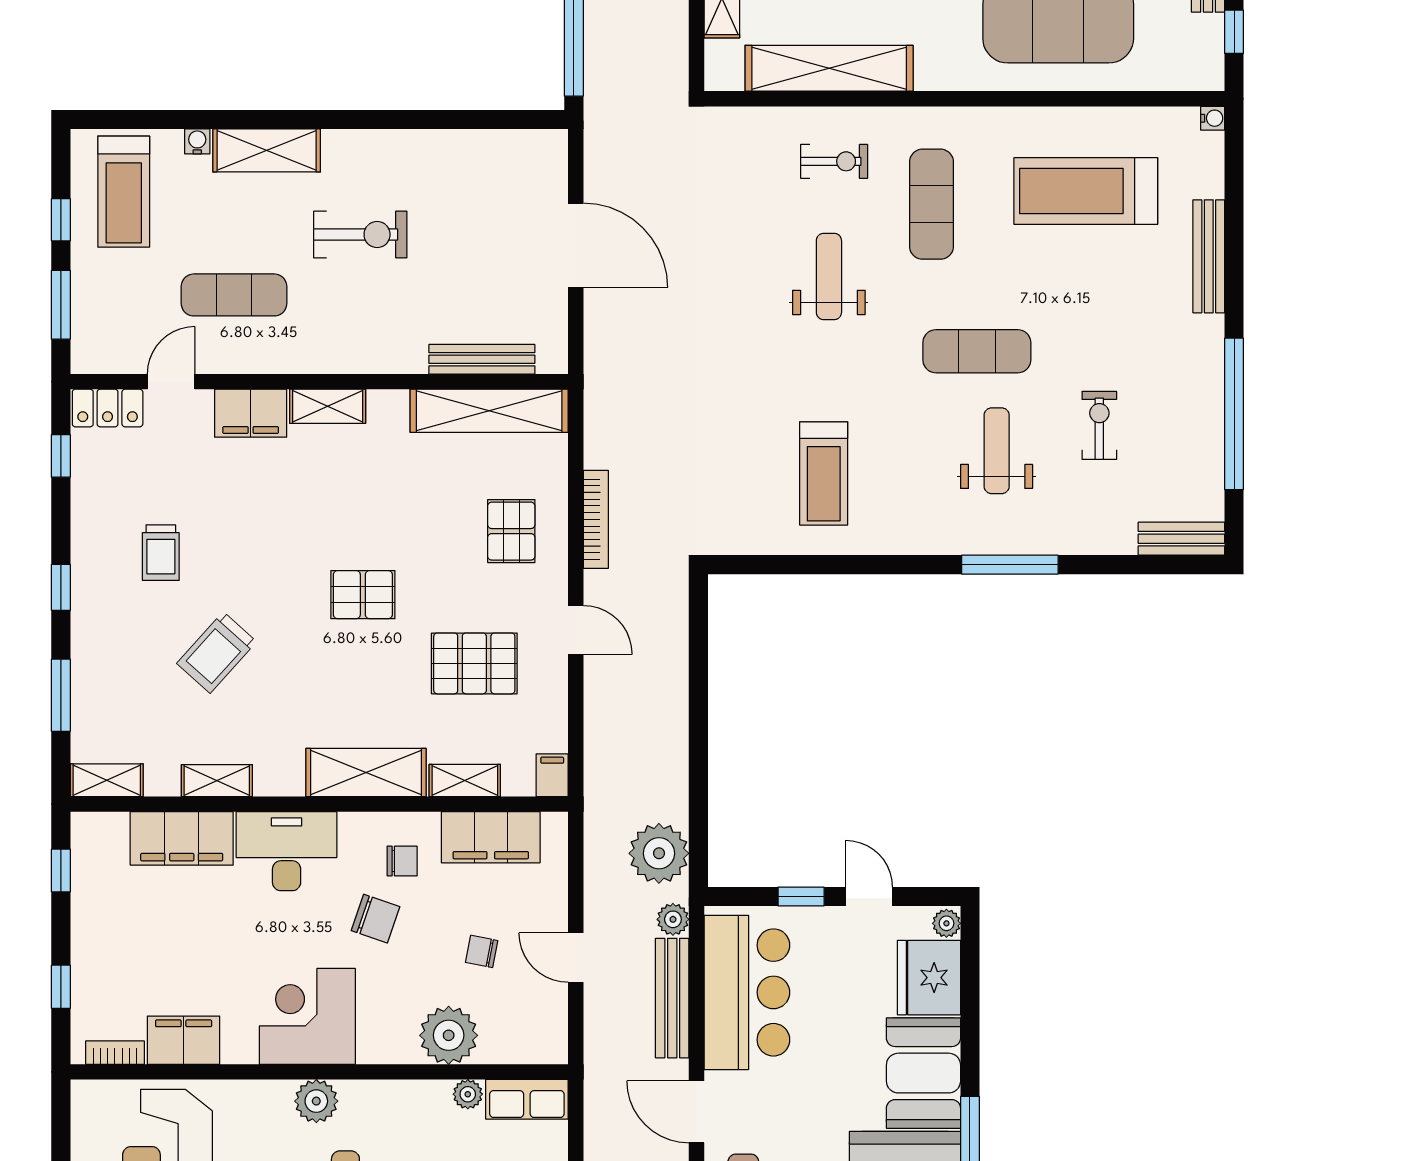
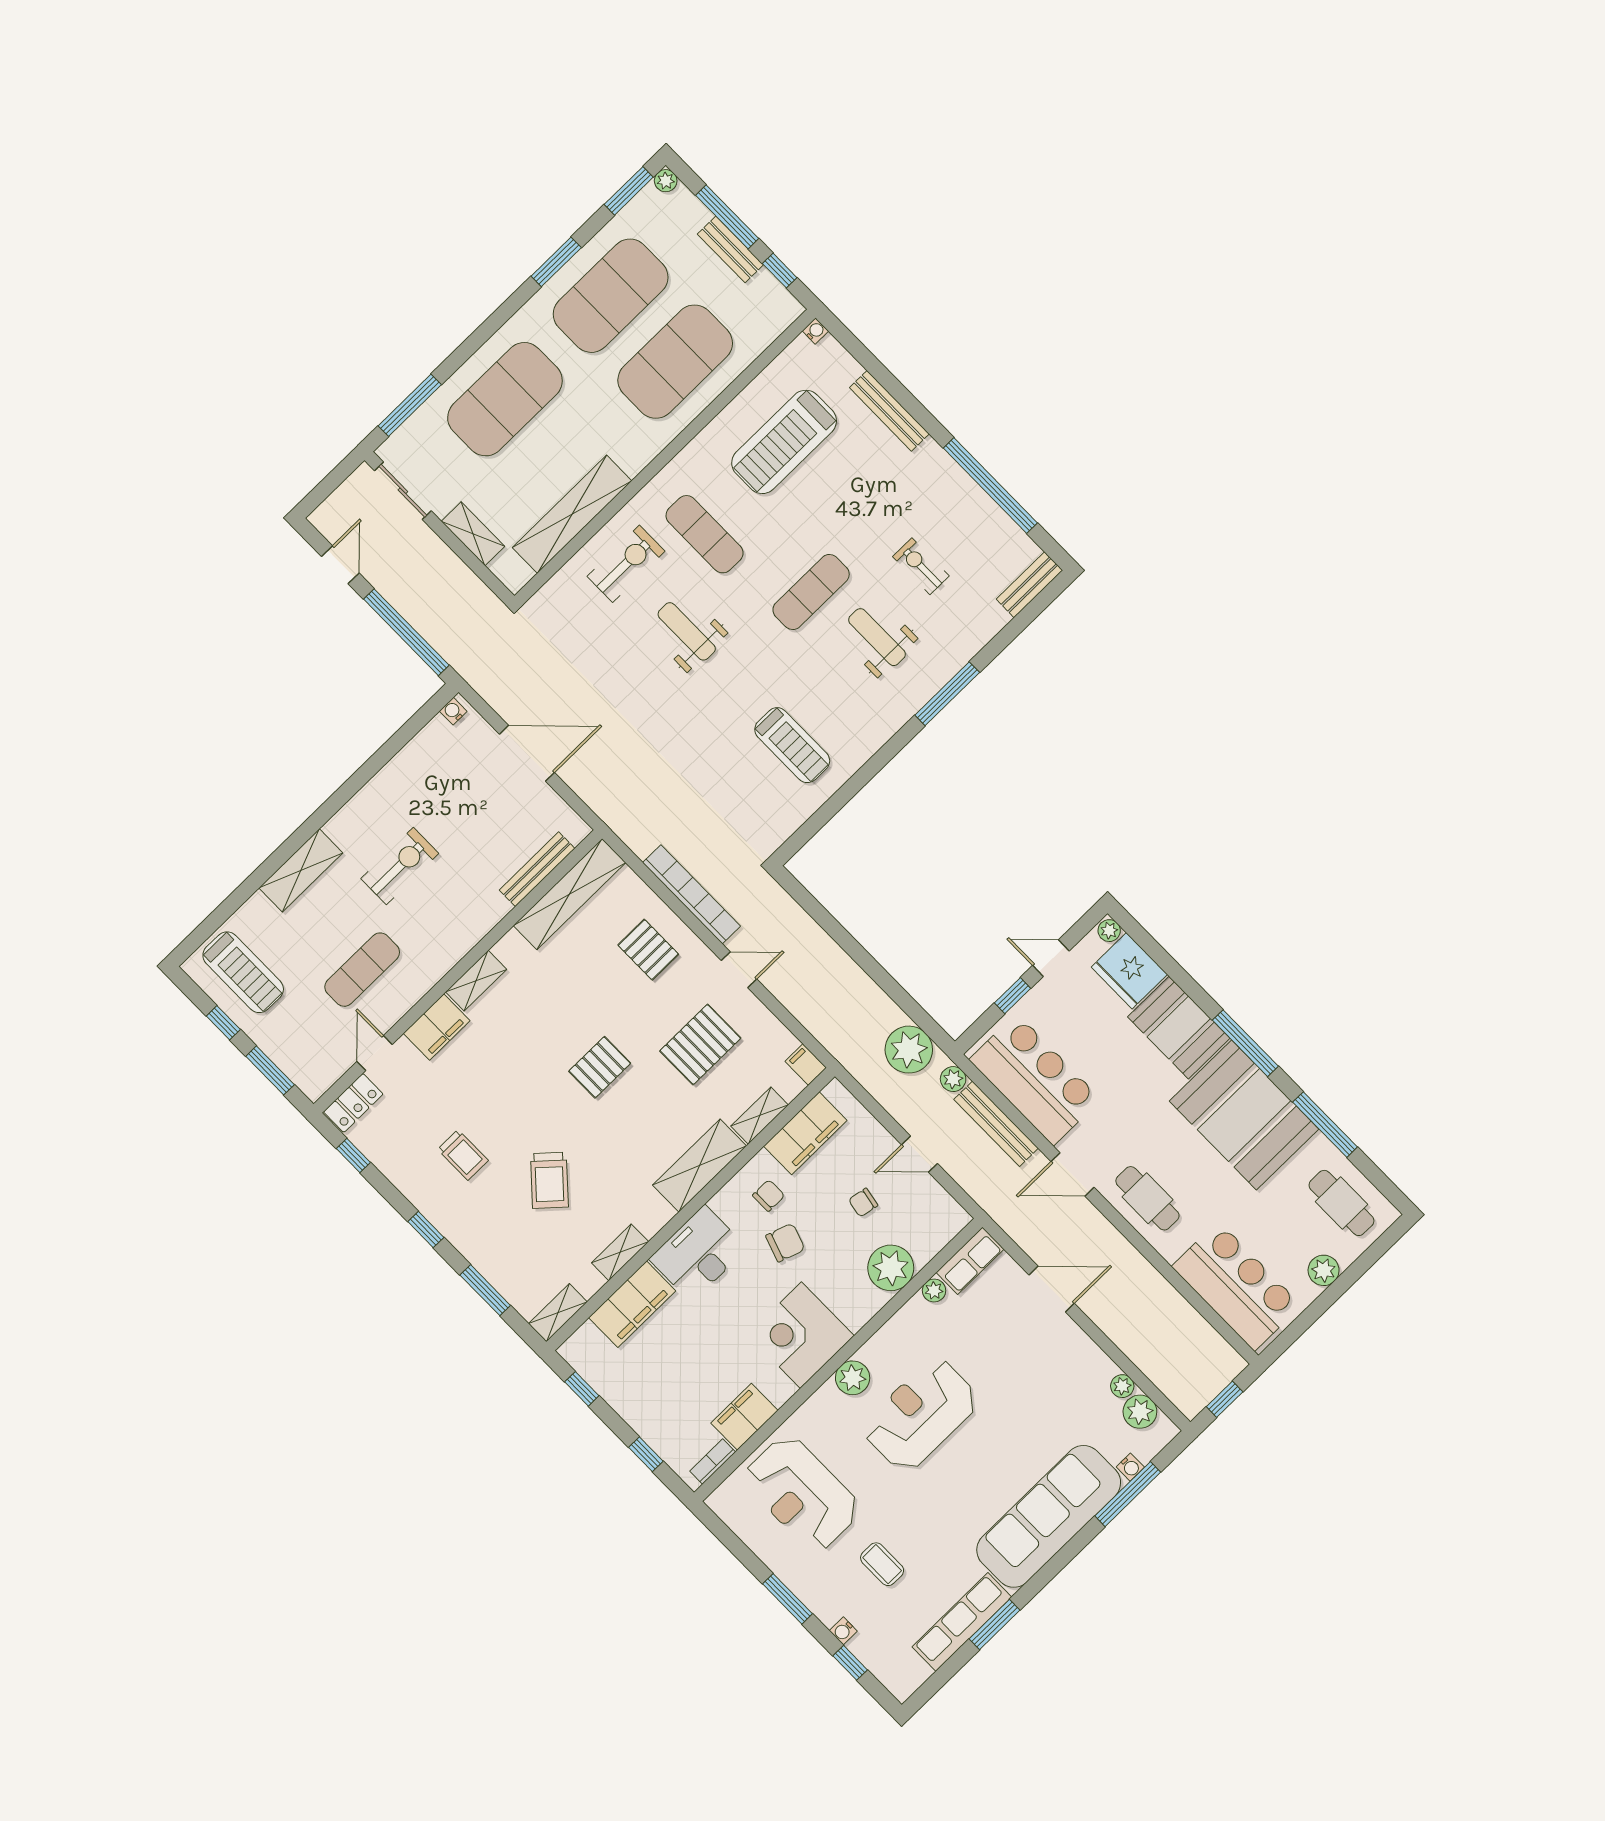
water cooler: (197, 141) -> (453, 711), moved
exercise bike: (834, 161) -> (626, 564), width x1.38, depth x1.39
bookcase: (596, 519) -> (692, 894), width x1.48, depth x1.31

